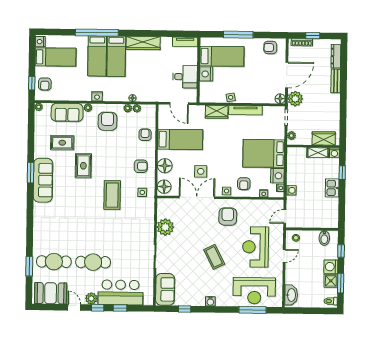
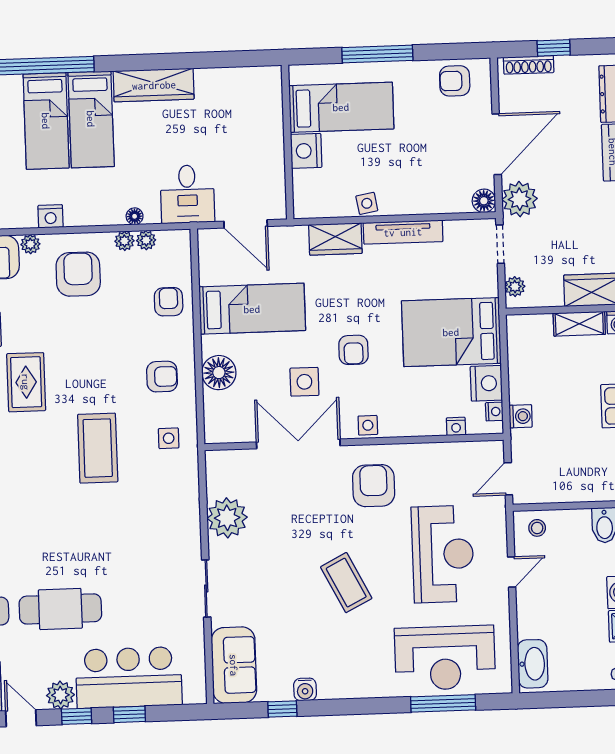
tv unit: (185, 42) -> (253, 77), removed
desk: (185, 77) -> (187, 194), moved, turned 90
armchair: (244, 184) -> (353, 350), moved
floor lamp: (164, 187) -> (220, 422), removed
reception desk: (256, 247) -> (443, 554), turned 180
water cooler: (210, 301) -> (305, 689), moved

